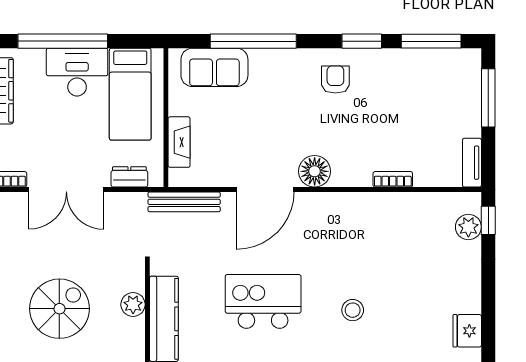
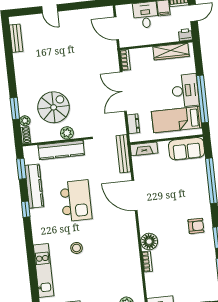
window: (63, 41) -> (202, 99), moved
sofa: (214, 67) -> (187, 149), moved, turned -90
fireplace: (179, 142) -> (144, 149), moved
floor lamp: (315, 171) -> (149, 242), moved
spiral stairs: (59, 309) -> (54, 107), moved, turned -90

